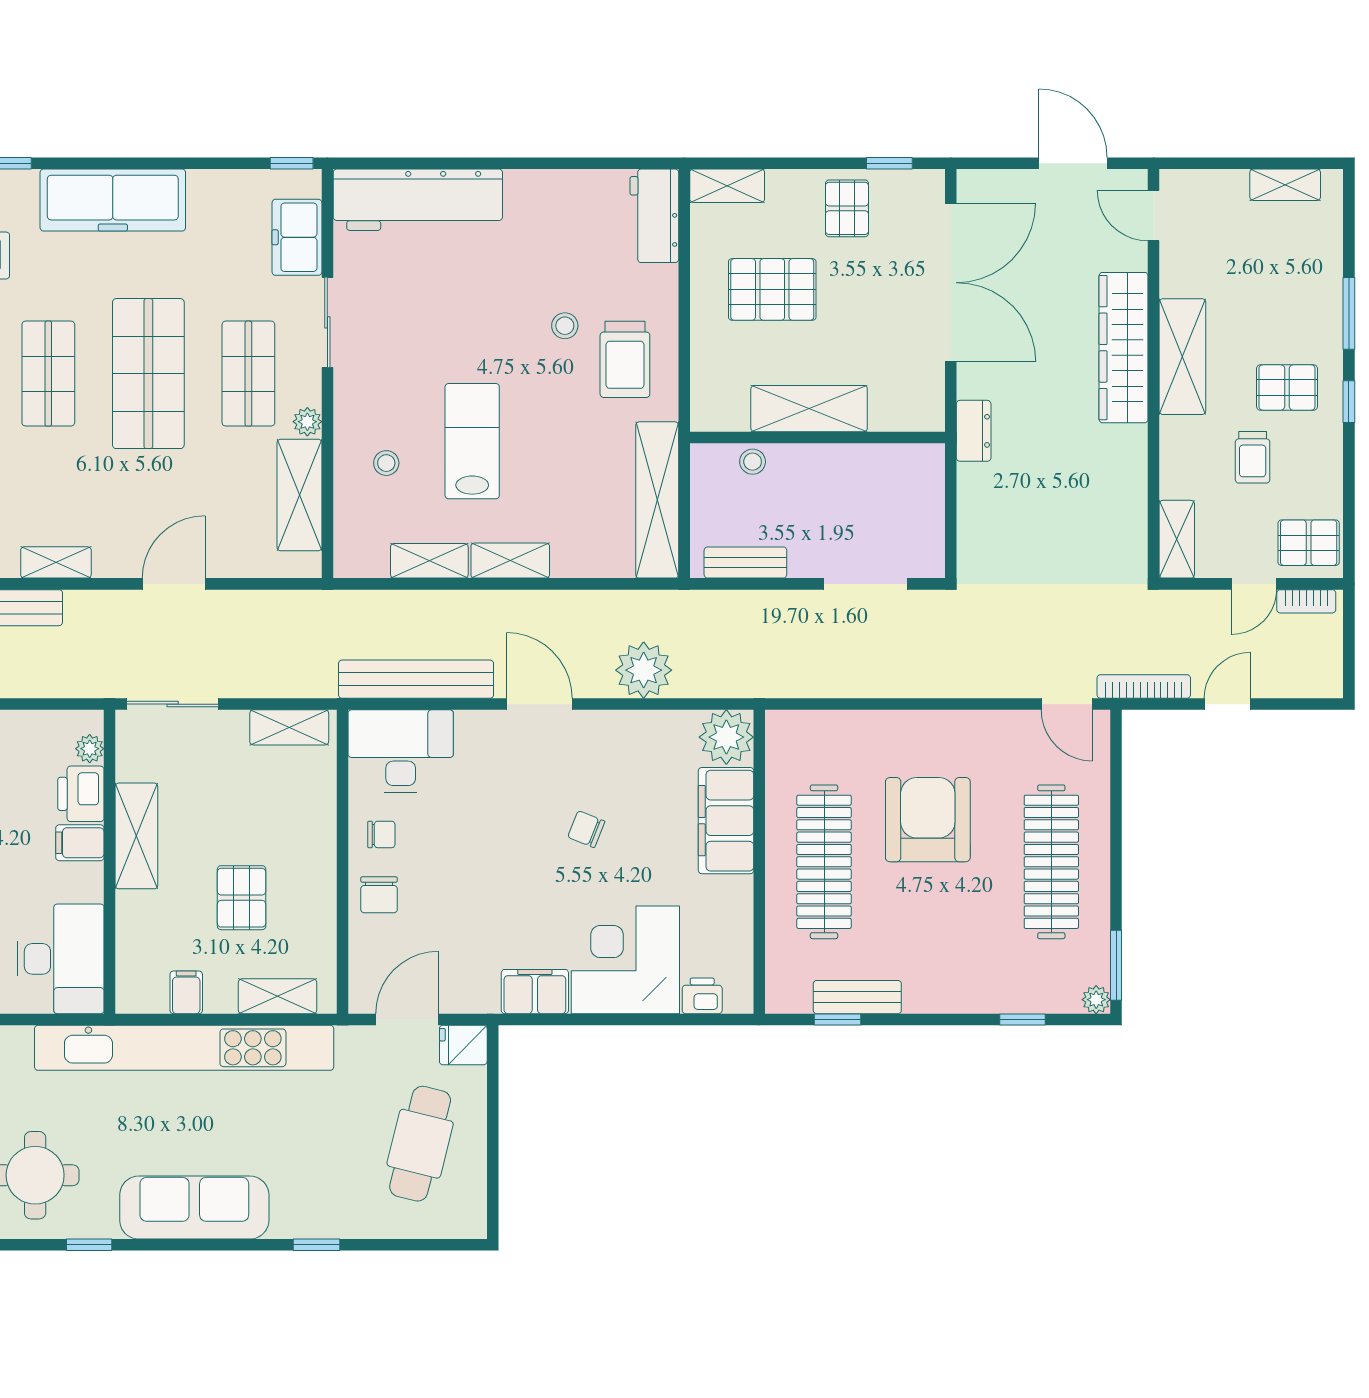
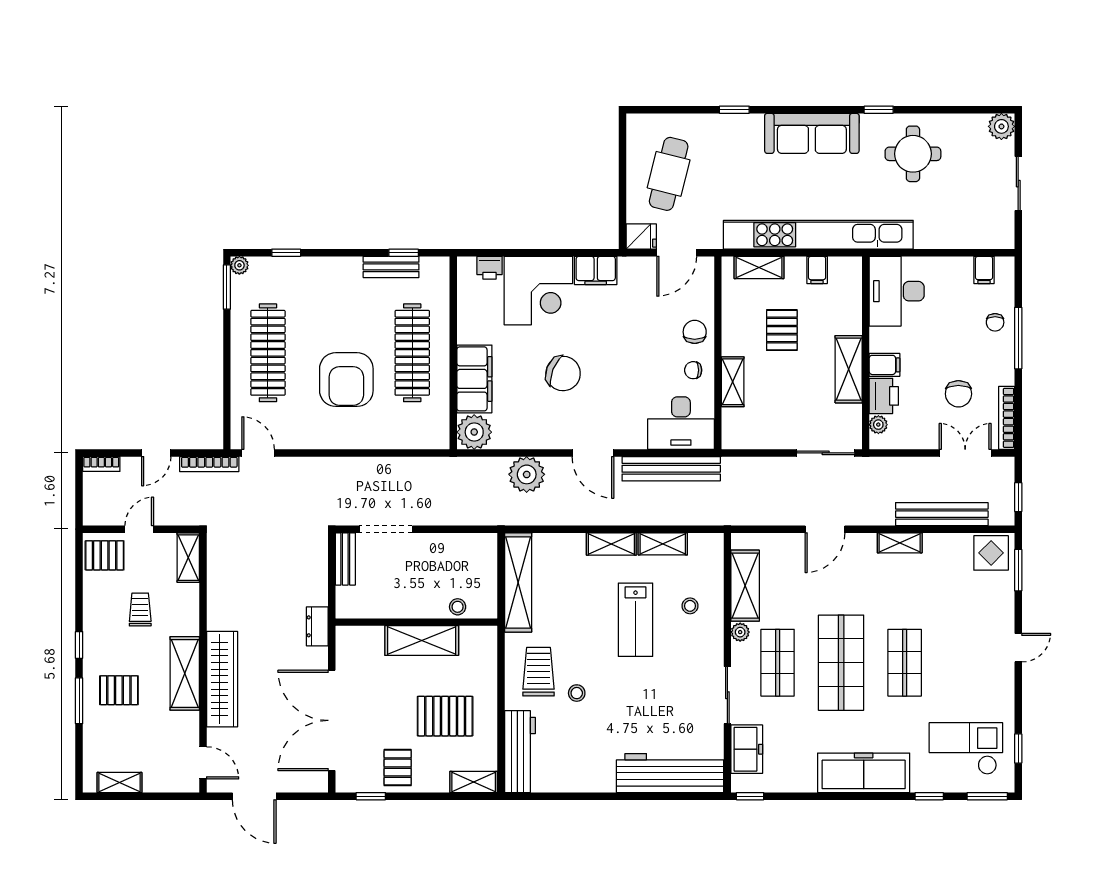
workbench: (654, 216) -> (520, 752), width x1.38
pallet: (1287, 388) -> (119, 690), moved
bench: (745, 563) -> (345, 559), moved, turned 90
bookcase: (1306, 601) -> (101, 464), moved, turned 180
shelving: (289, 727) -> (733, 382), moved, turned 90
chair: (586, 829) -> (563, 374), width x1.87, depth x1.87

